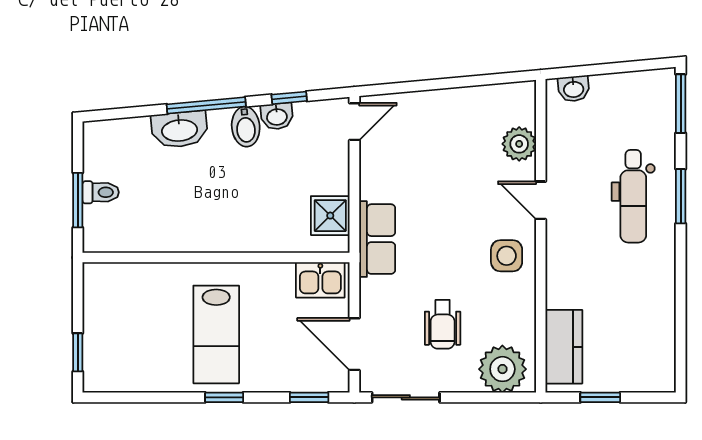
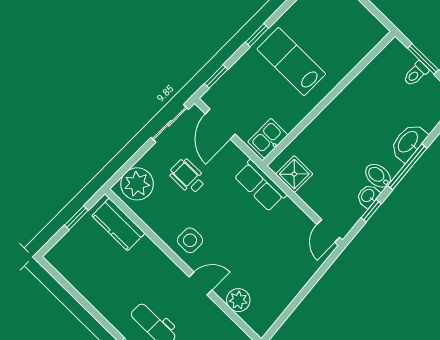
door: (354, 344) -> (220, 124), swing flipped

